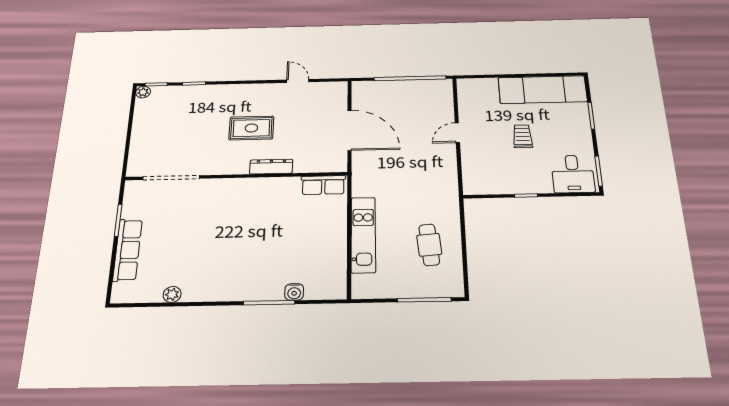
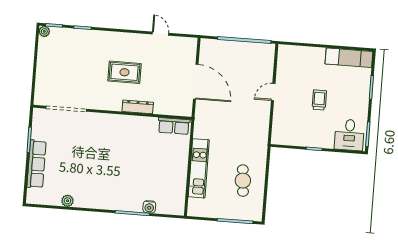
exam couch: (542, 90) -> (349, 58), width x0.73, depth x0.69

